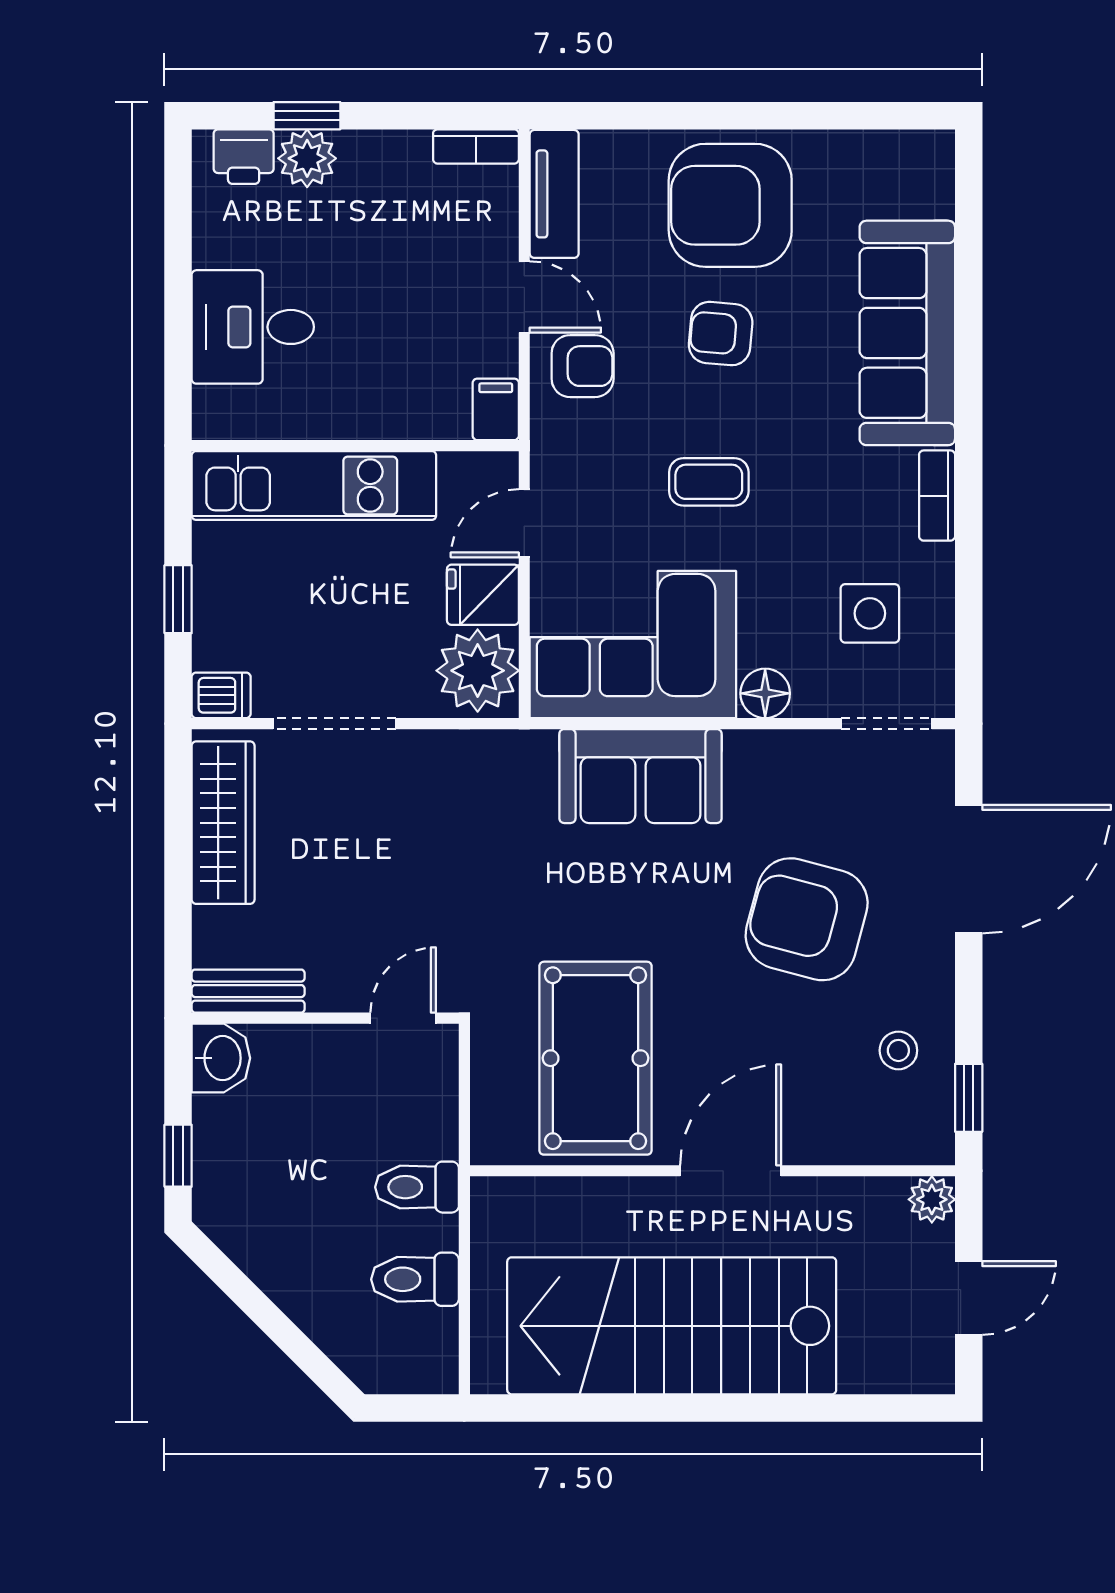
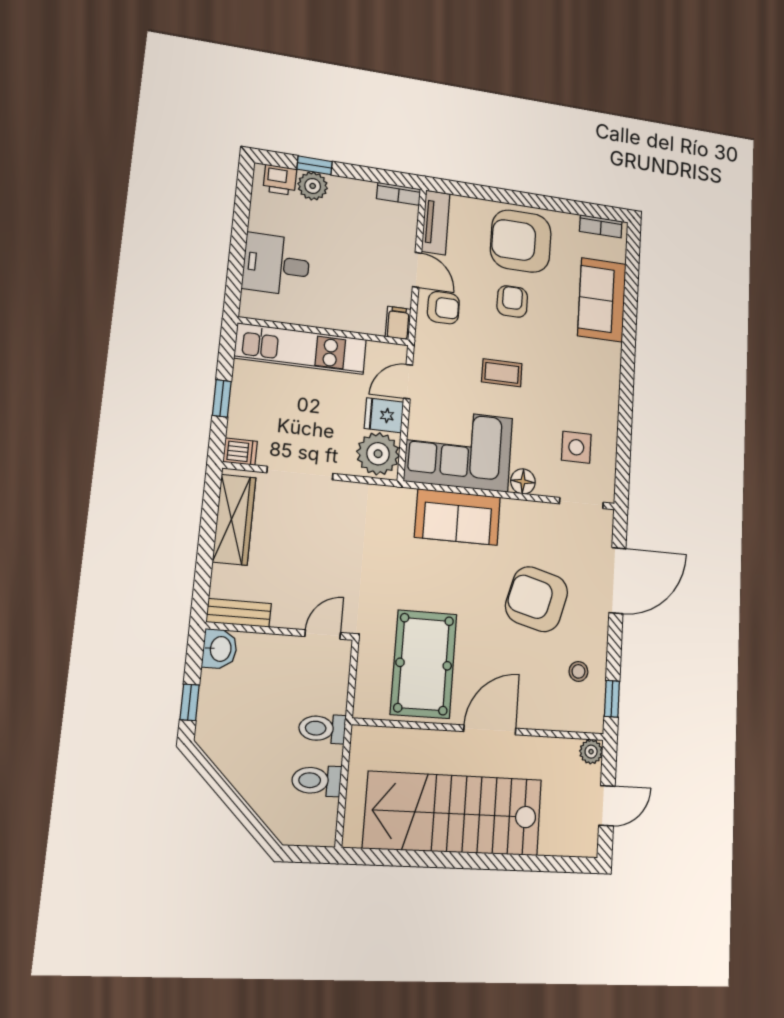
sofa: (907, 333) -> (602, 300), width x0.73
armchair: (721, 334) -> (512, 301), turned 85
bookcase: (937, 496) -> (601, 226), moved, turned -90

